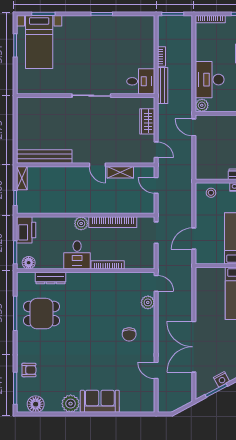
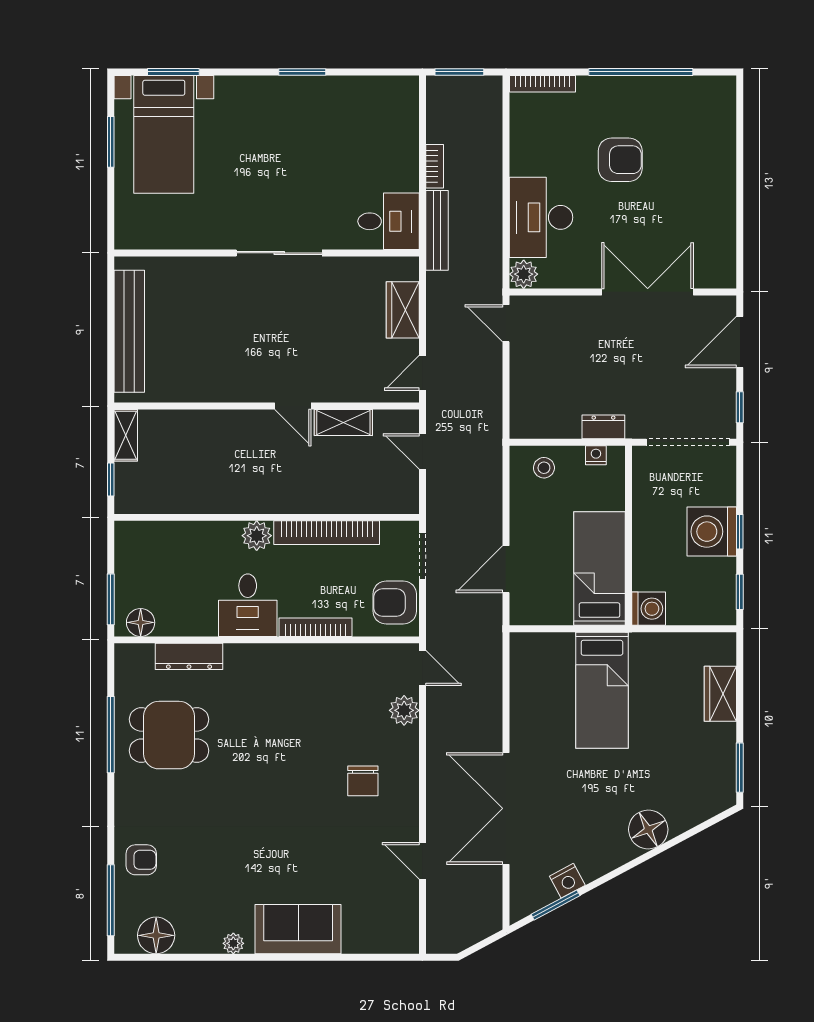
door: (156, 150) -> (422, 373), swing flipped
bench: (44, 156) -> (129, 331), moved, turned 90
printer: (26, 230) -> (135, 550), removed
armchair: (144, 254) -> (395, 603), added
plant: (71, 404) -> (233, 943), width x0.53, depth x0.53

